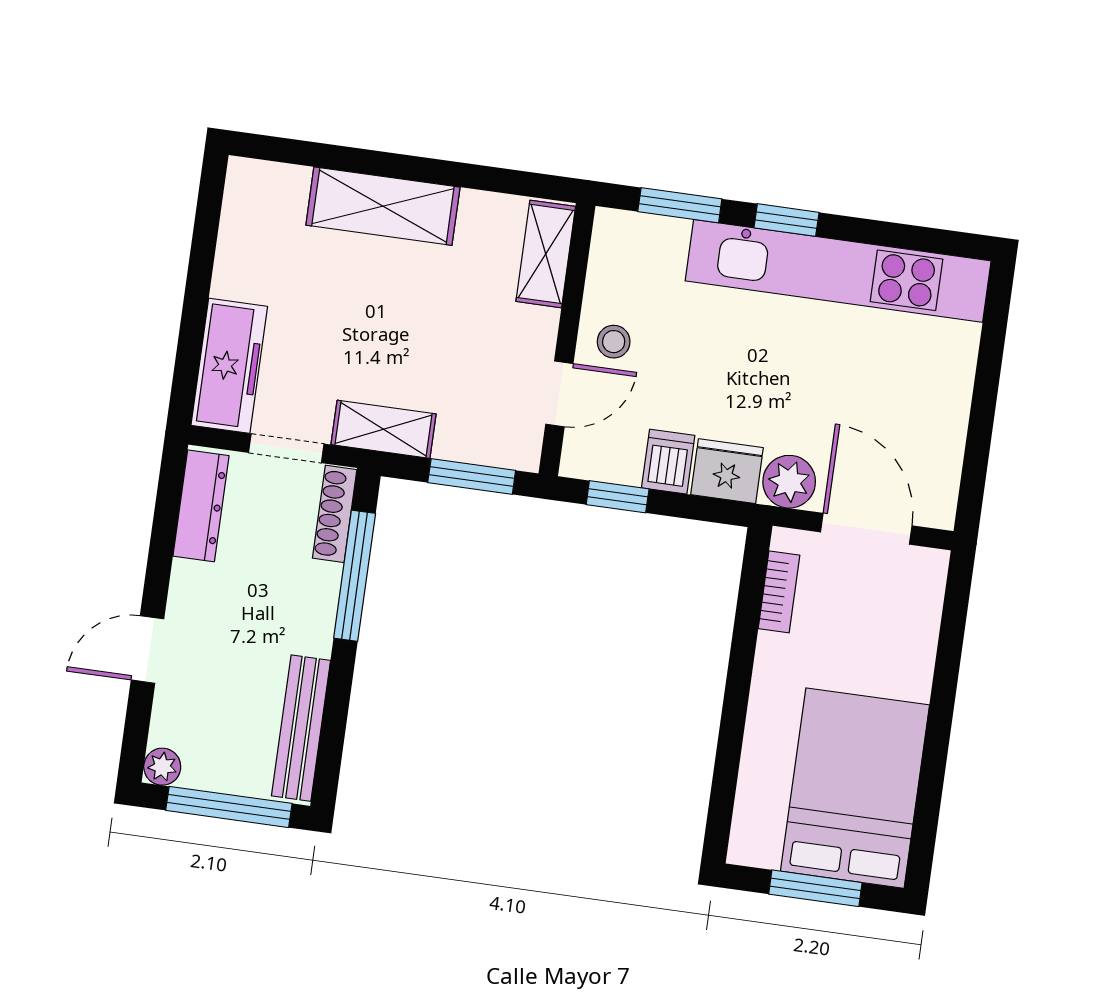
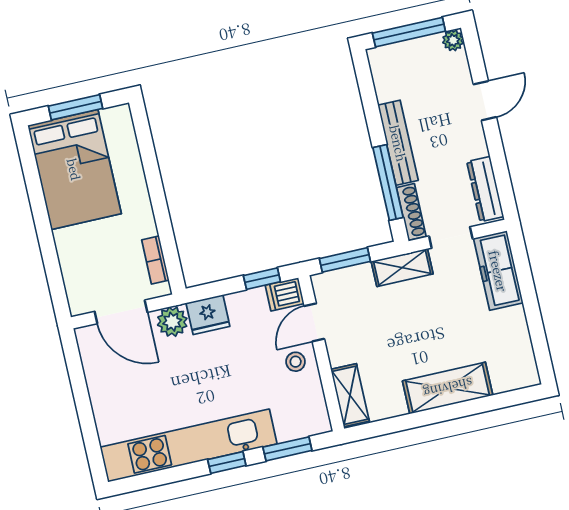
dishwasher: (668, 462) -> (285, 294), moved, turned 90
bench: (301, 728) -> (398, 143), moved

